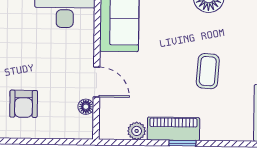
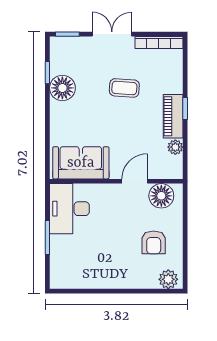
armchair: (24, 104) -> (154, 242), turned 90
floor lamp: (86, 107) -> (161, 196), width x1.89, depth x1.89

